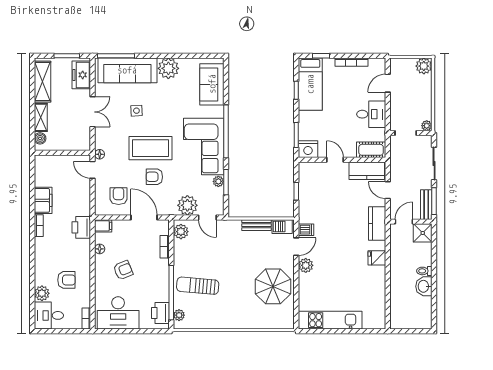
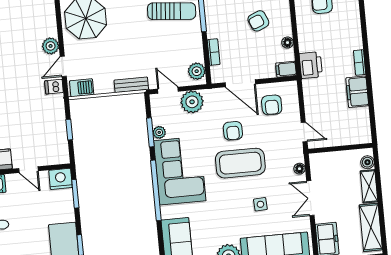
floor lamp: (100, 154) -> (300, 169), moved
armchair: (154, 177) -> (233, 131), turned 90
bench: (256, 225) -> (131, 85), moved

